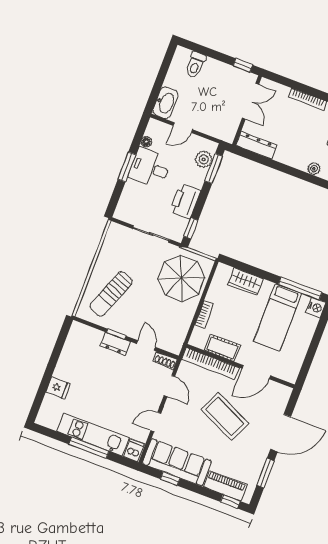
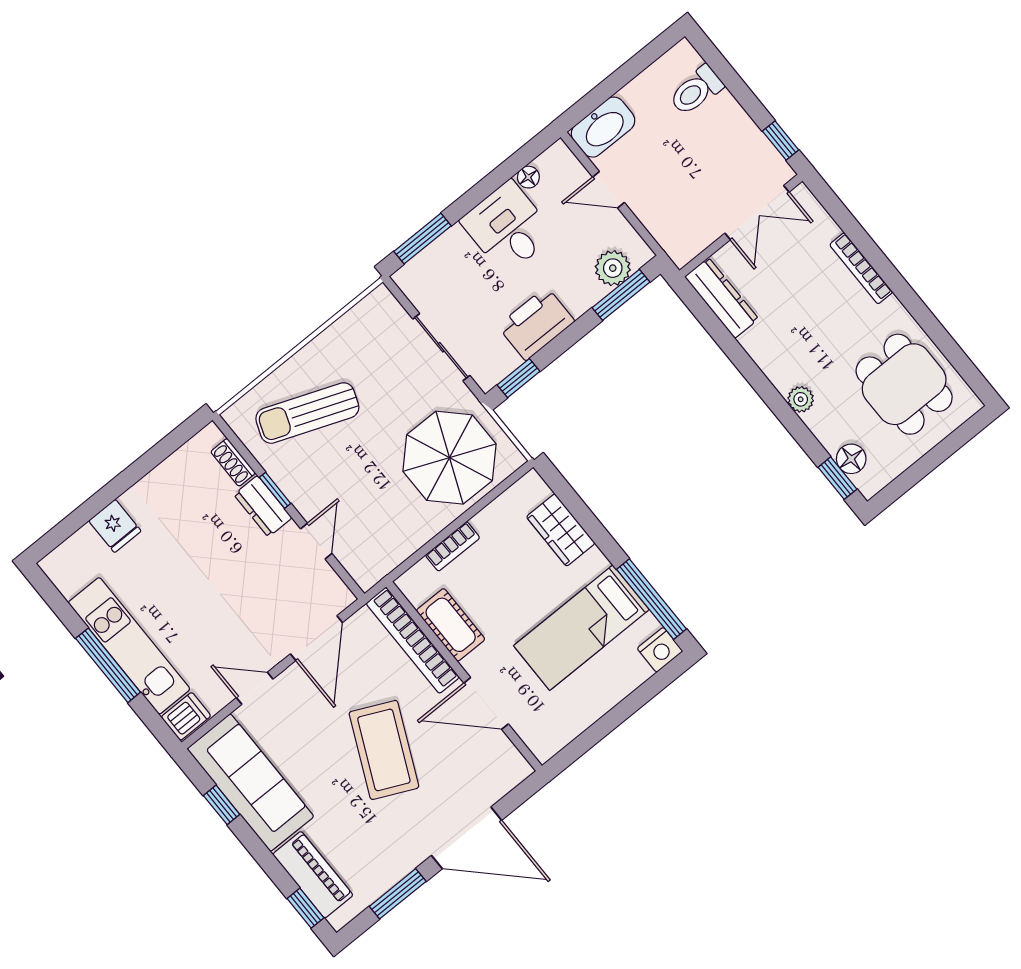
window: (127, 167) -> (423, 239), moved
shoe rack: (165, 361) -> (233, 462), moved
door: (169, 386) -> (316, 638), width x1.38

